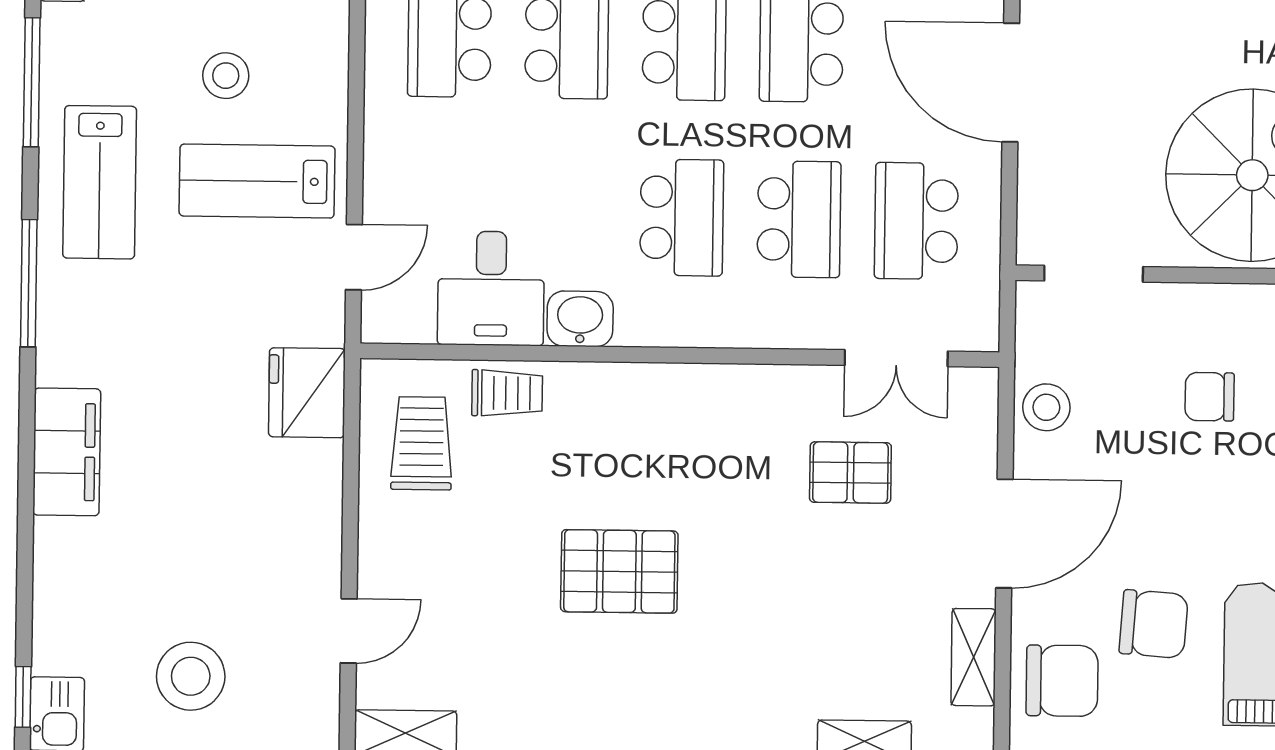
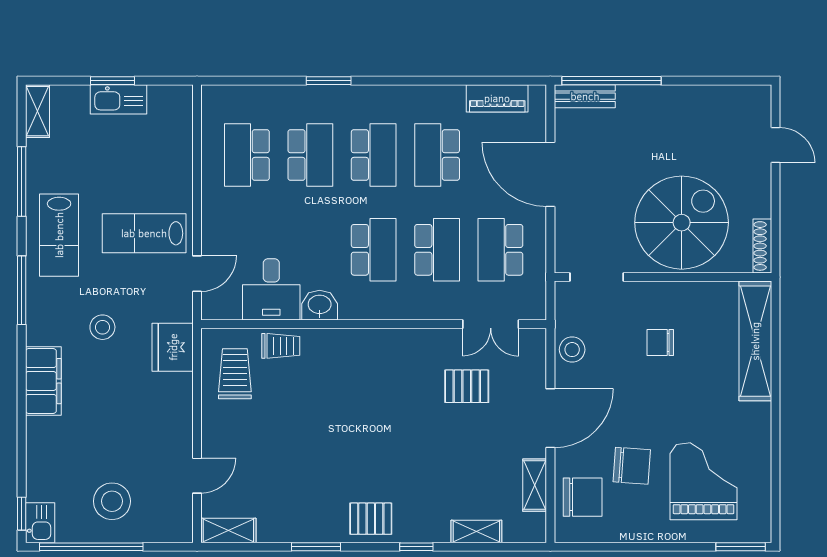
stool: (226, 76) -> (102, 327), moved
pallet: (619, 571) -> (371, 519), moved, width x0.67, depth x0.71

